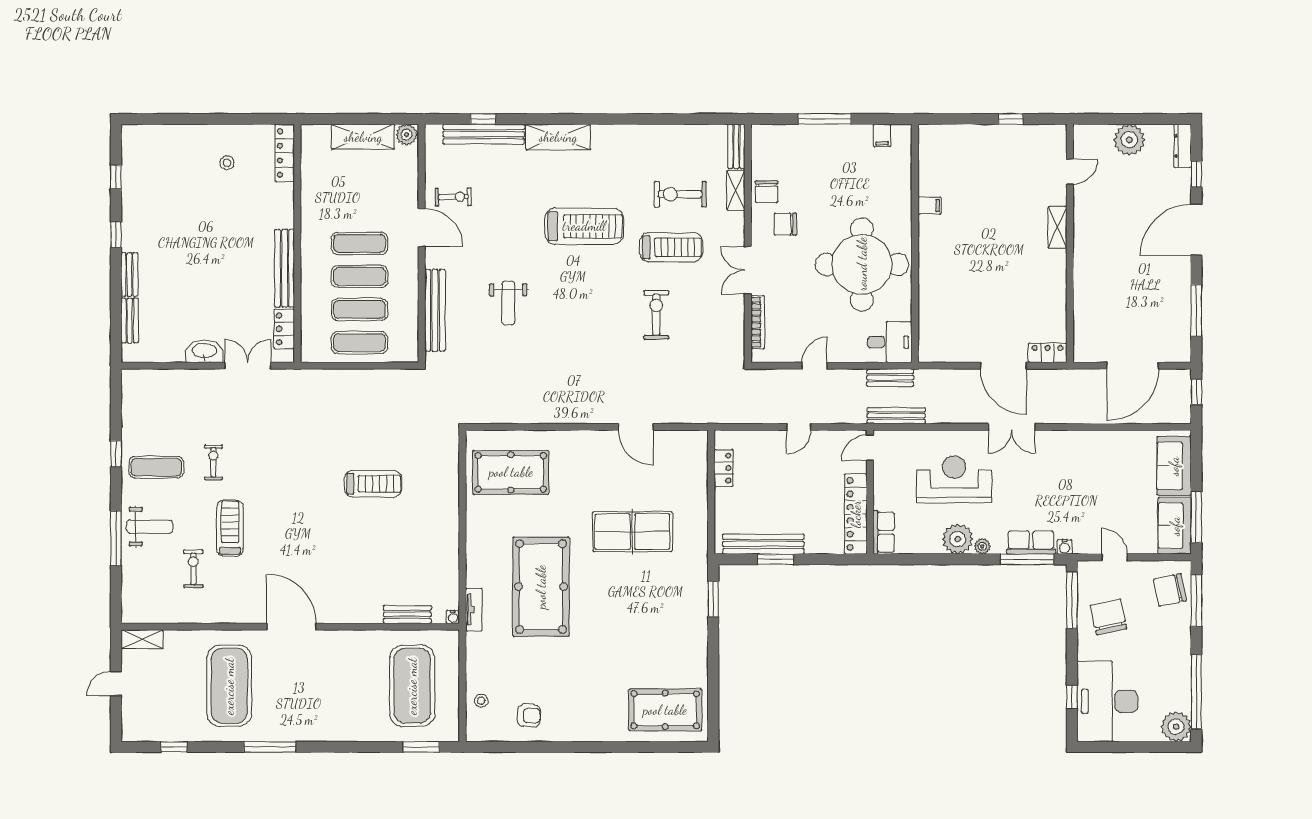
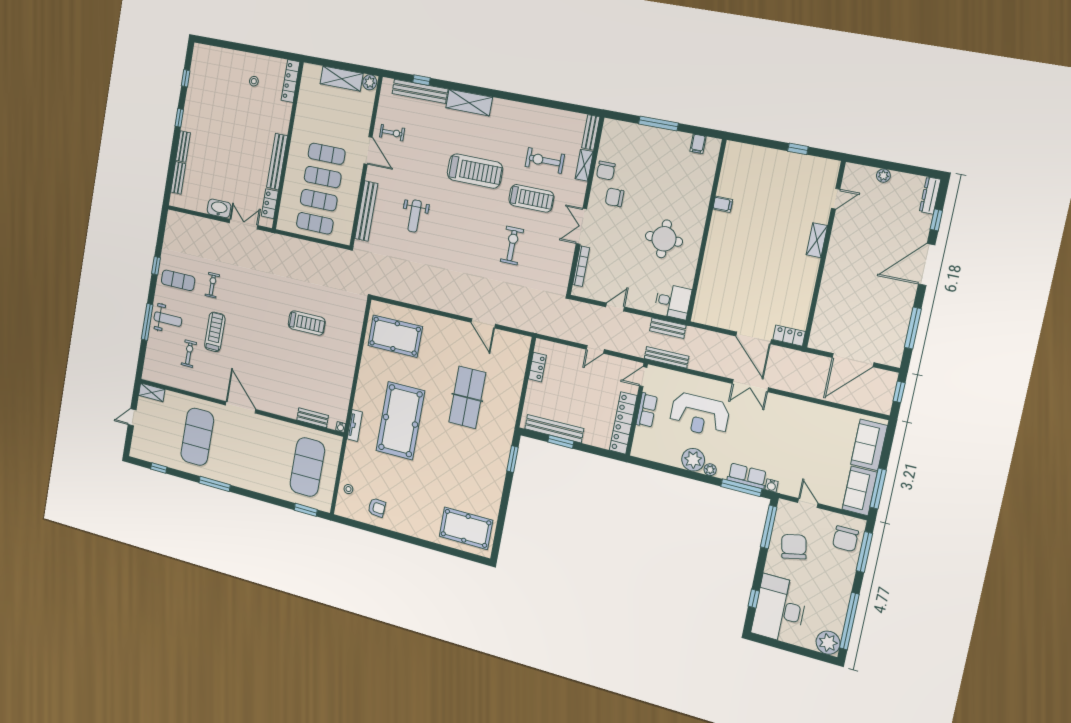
plant: (1129, 140) -> (883, 176), width x0.53, depth x0.53
round table: (862, 264) -> (664, 239), width x0.54, depth x0.54
reception desk: (954, 479) -> (700, 415), turned 180
table tennis table: (632, 532) -> (467, 397), turned 90
row of seats: (884, 532) -> (647, 410), moved
chair: (1170, 590) -> (845, 539), turned -78

